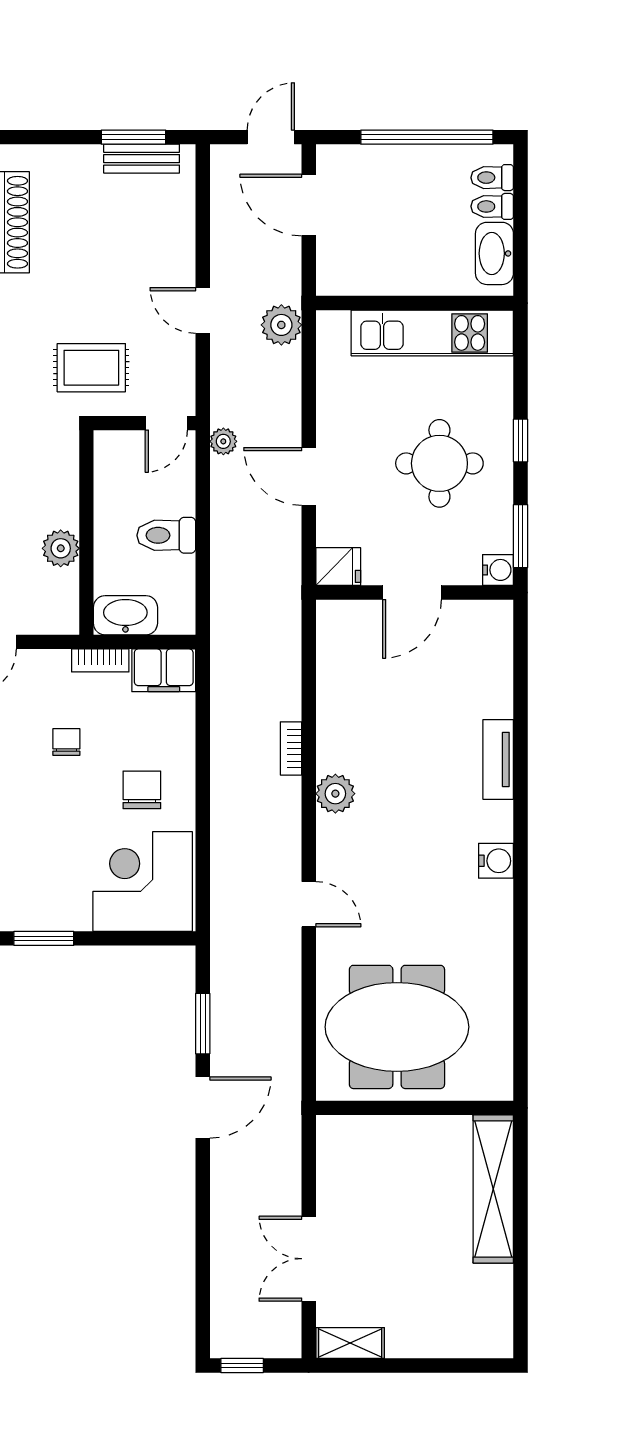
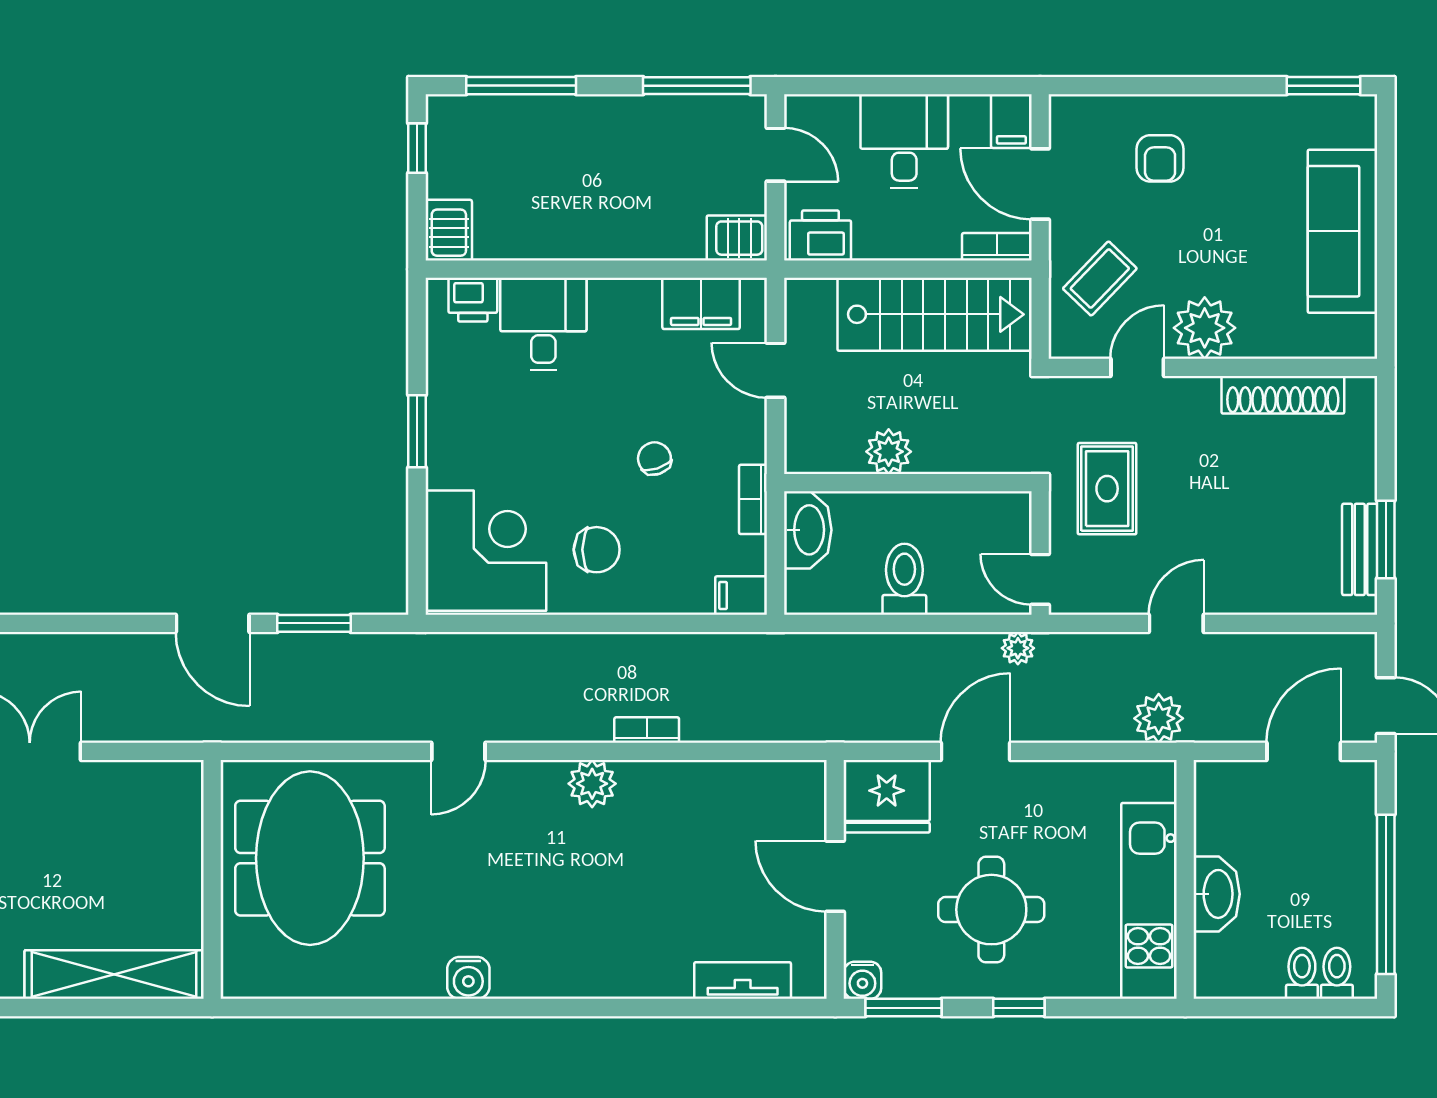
washbasin: (494, 253) -> (1217, 894), moved, turned 90
fridge: (338, 567) -> (887, 796), width x1.88, depth x1.34
filing cabinet: (164, 670) -> (741, 596), width x0.50
chair: (66, 742) -> (654, 458), turned -108
tv unit: (498, 759) -> (743, 981), moved
water cooler: (496, 861) -> (468, 978), moved

